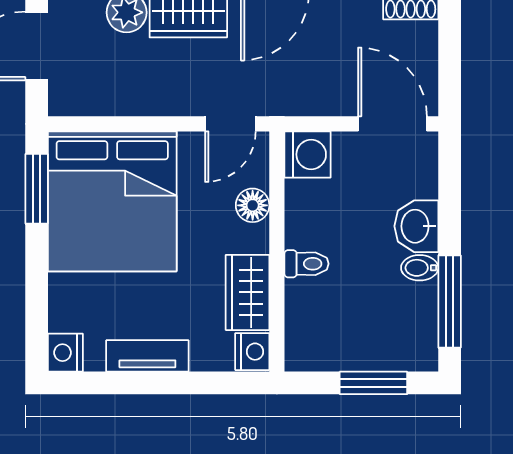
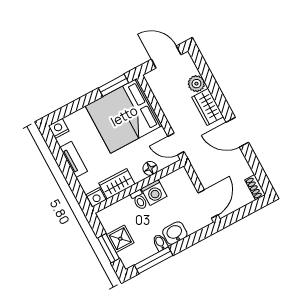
washing machine: (307, 154) -> (154, 192), moved
shower: (367, 347) -> (120, 239), added

